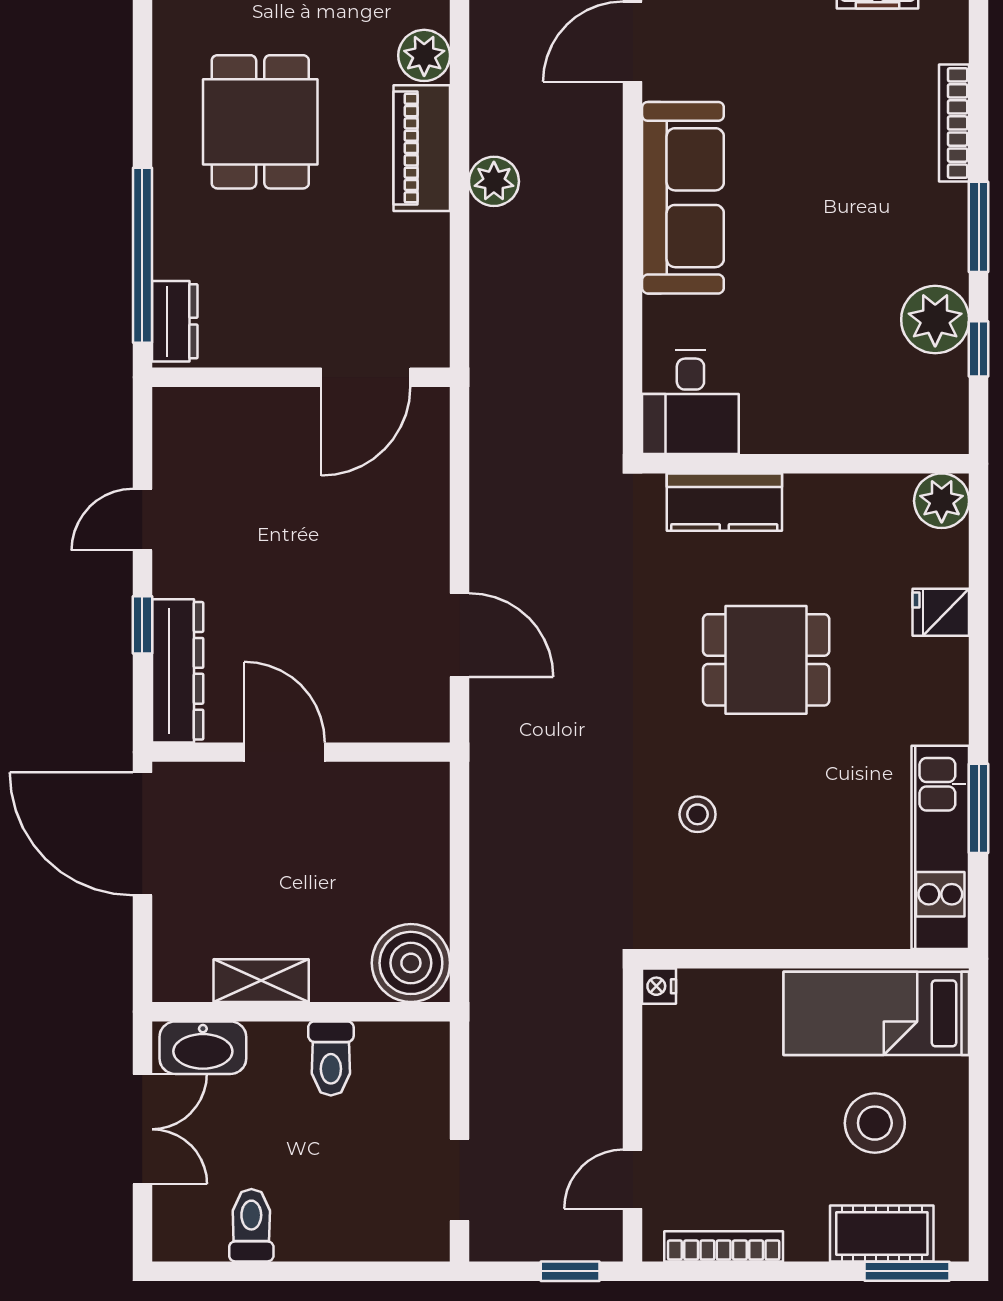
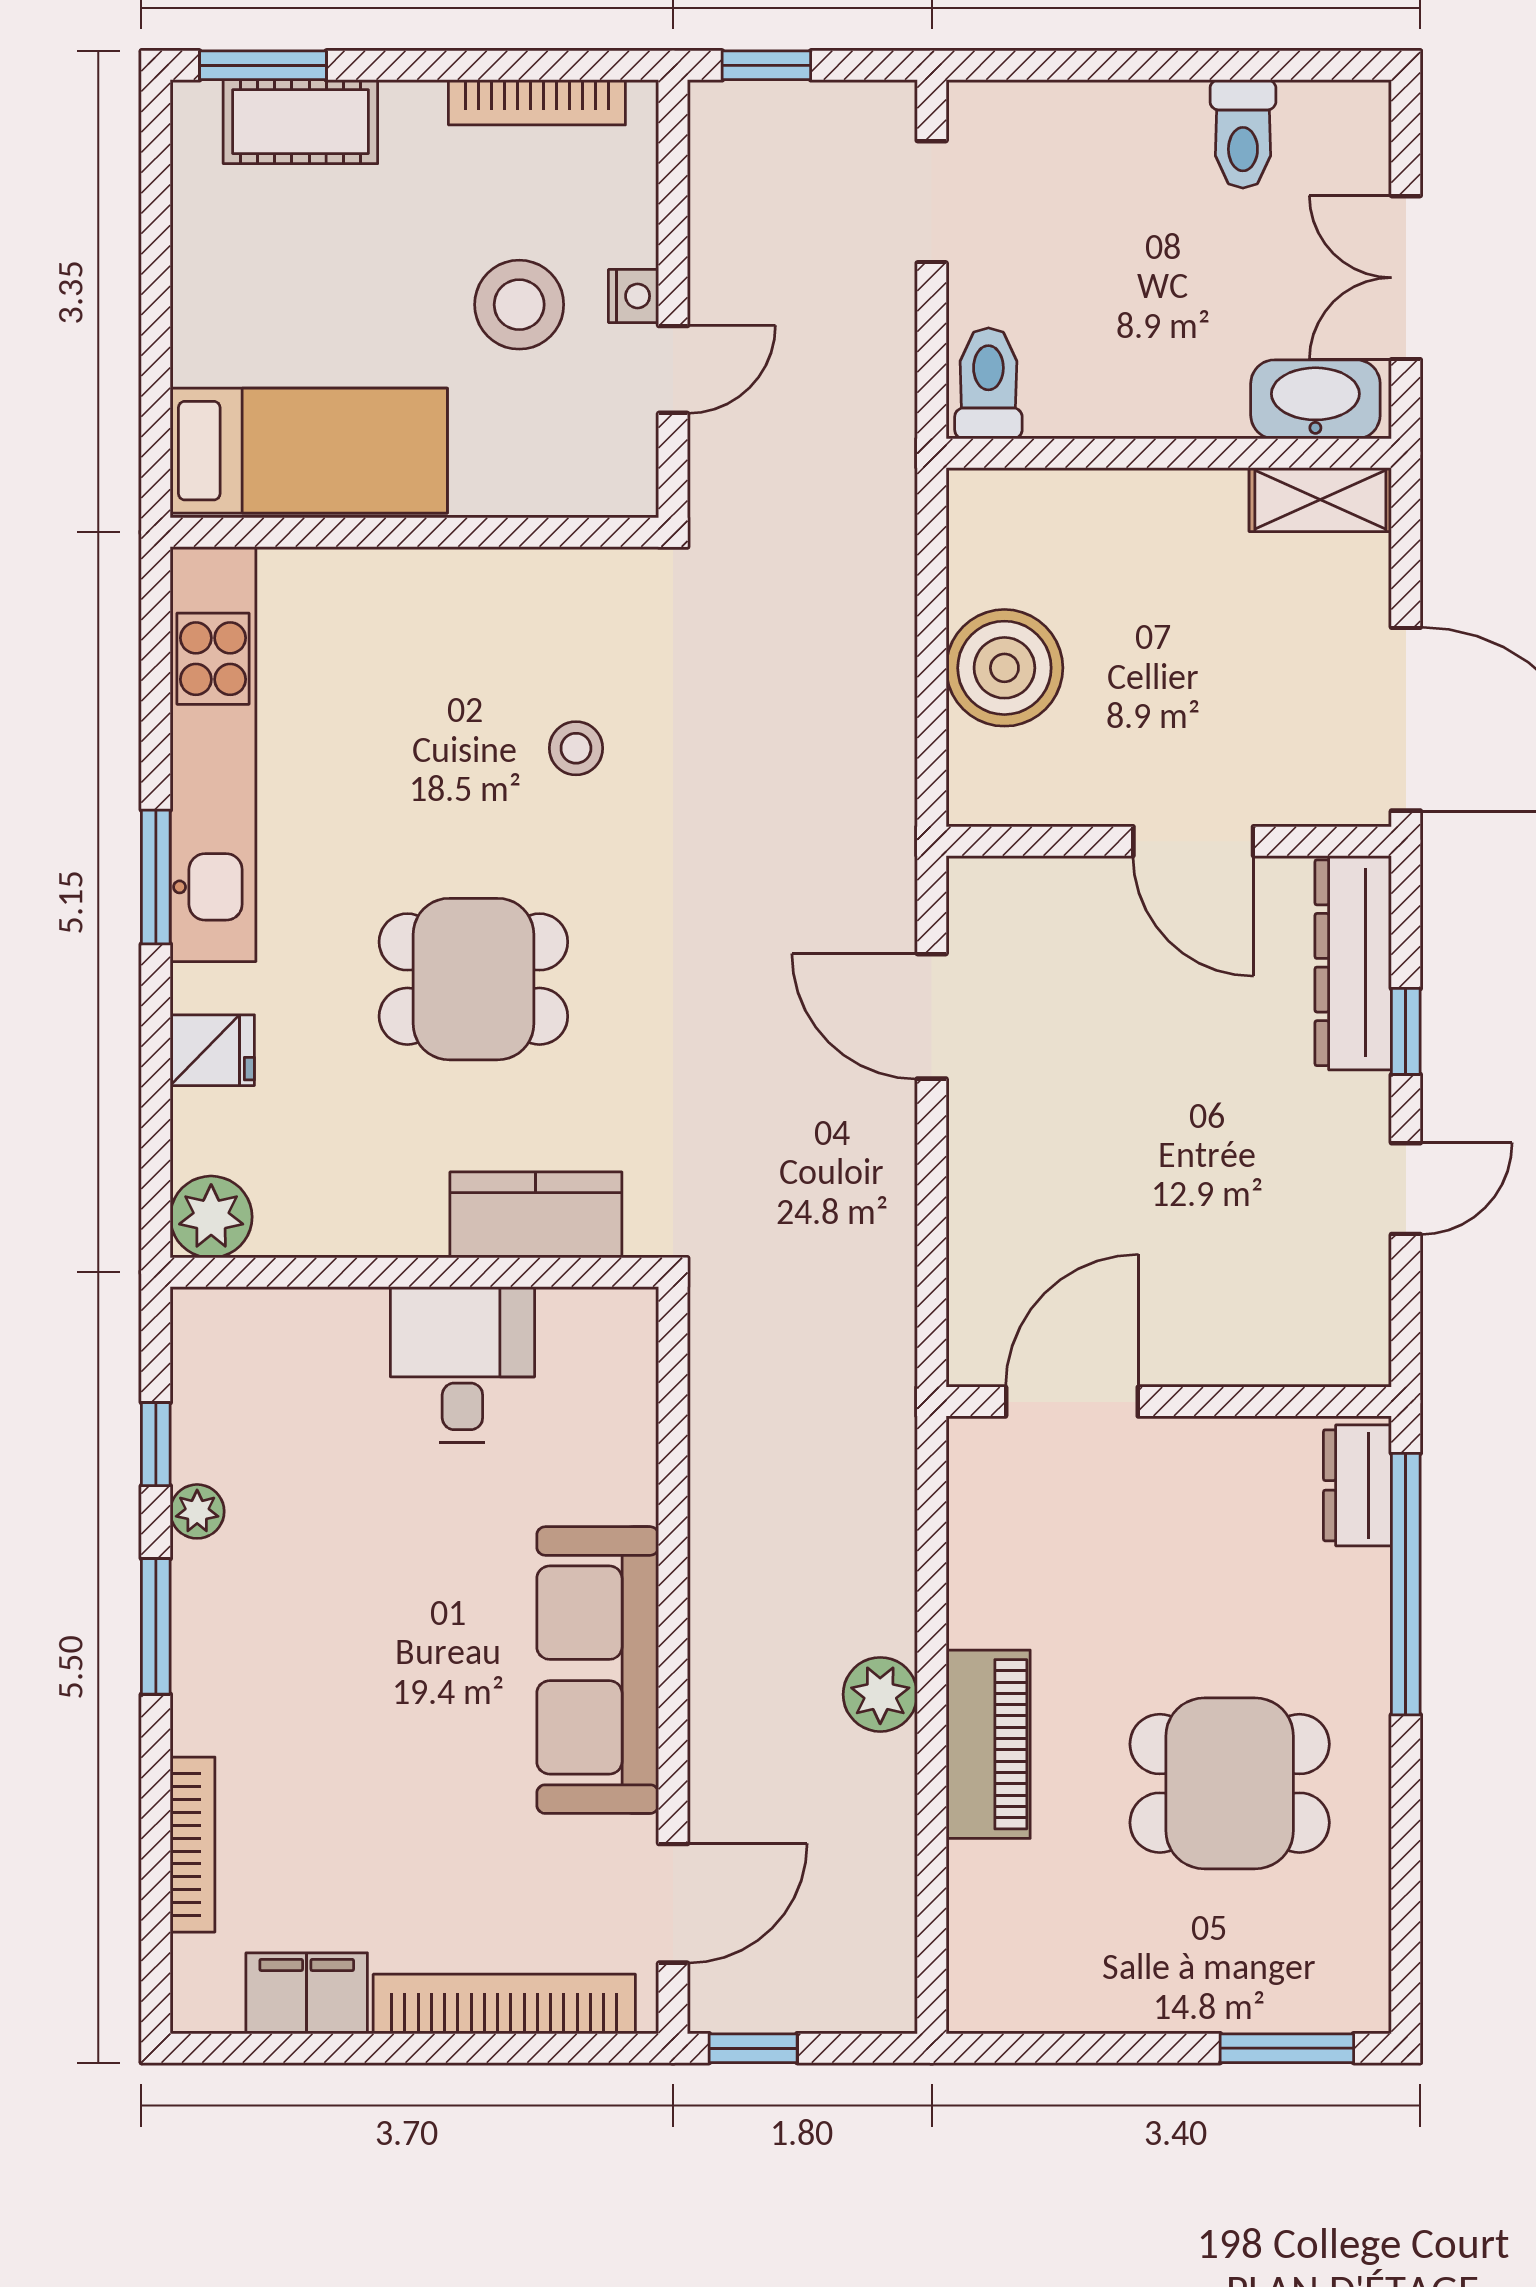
plant: (424, 55) -> (985, 1883), removed
dining table: (260, 122) -> (1230, 1783), turned 90
bookcase: (954, 123) -> (193, 1845), moved
plant: (935, 320) -> (197, 1511), width x0.53, depth x0.53
desk: (690, 402) -> (462, 1364), moved
window: (979, 808) -> (156, 877), moved
kitchen unit: (940, 847) -> (213, 754), width x1.36
boiler: (411, 963) -> (1004, 668), moved
shelving: (261, 981) -> (1320, 500), moved
nightstand: (659, 986) -> (634, 296), moved
toilet: (331, 1058) -> (988, 383), moved
stool: (875, 1123) -> (519, 305), moved
door: (633, 1179) -> (673, 369), moved

